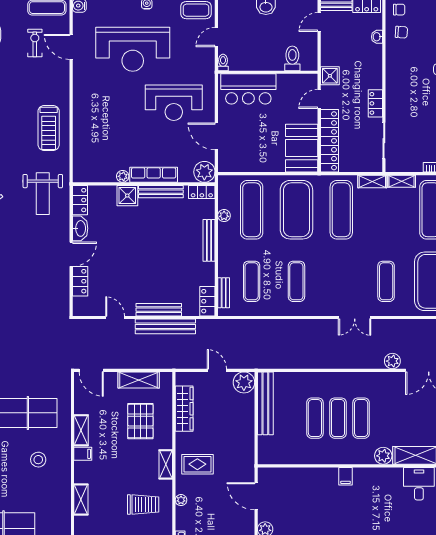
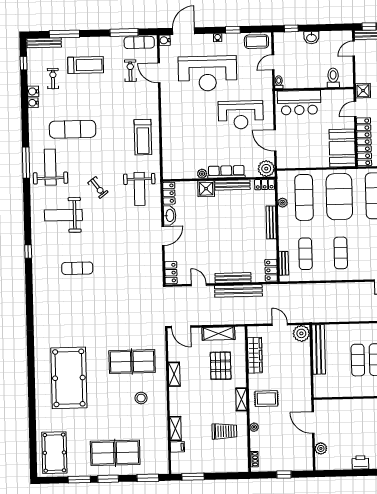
locker: (80, 281) -> (171, 273), moved
filing cabinet: (83, 454) -> (177, 447), moved

